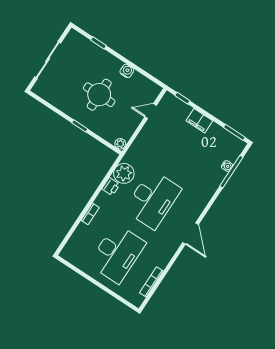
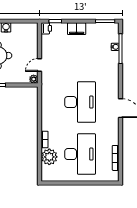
door: (151, 111) -> (40, 65), moved
plant: (124, 173) -> (49, 157), moved
printer: (111, 187) -> (46, 28), moved

